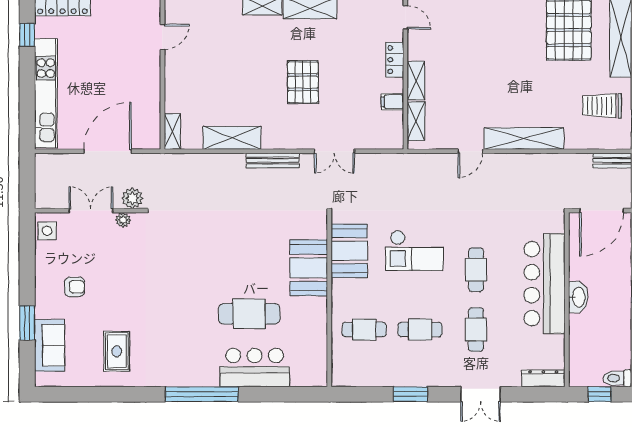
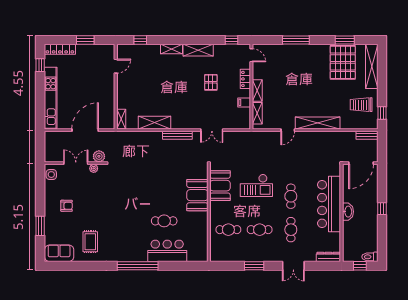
pallet: (303, 82) -> (211, 82), moved, width x0.67, depth x0.71
cafe table: (249, 314) -> (164, 221), width x0.73, depth x0.74
sofa: (50, 345) -> (59, 253), moved, turned -90

